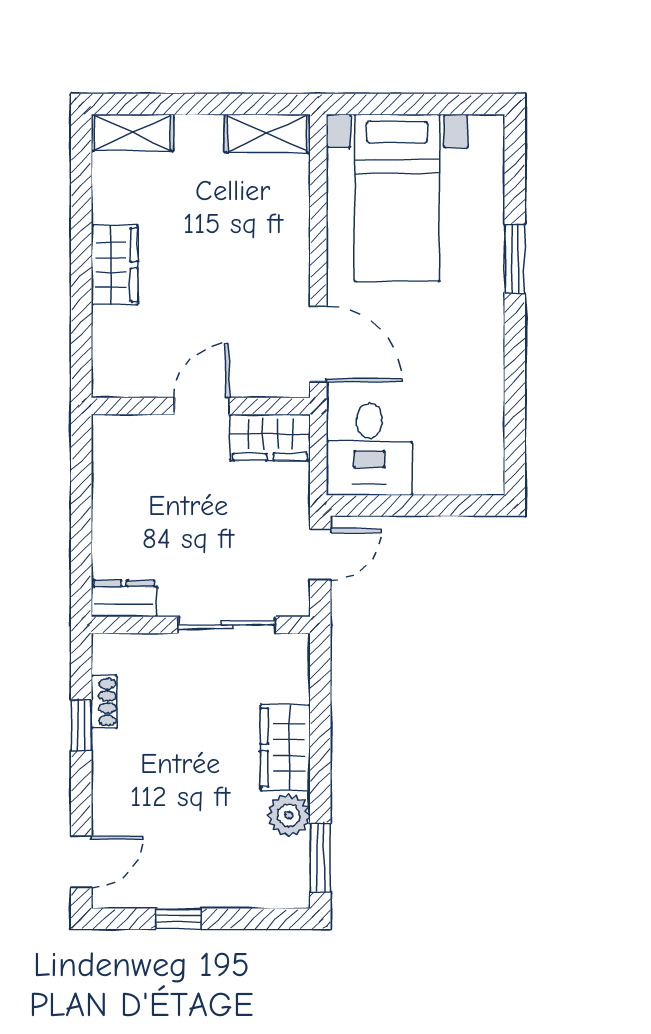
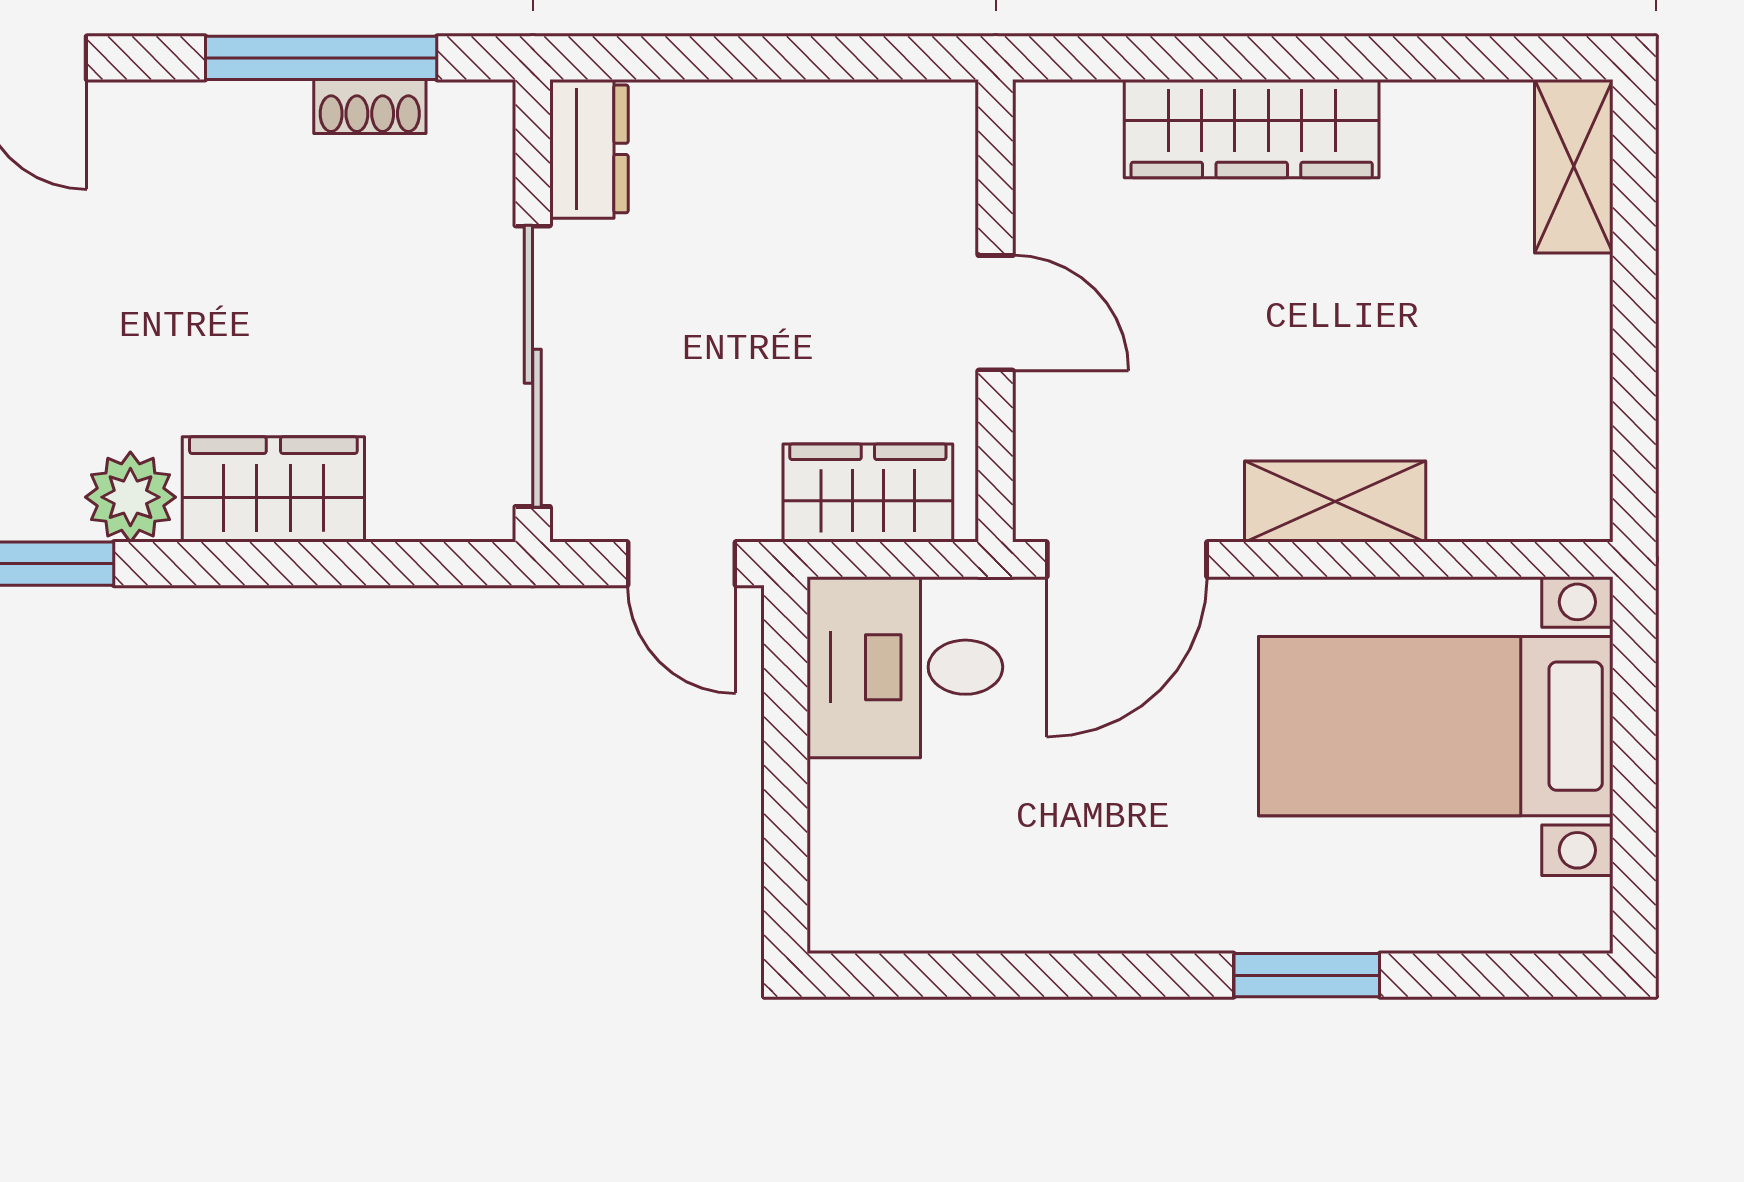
shelving: (267, 133) -> (1335, 501), moved, turned 90
wardrobe: (115, 265) -> (1252, 129), width x1.50
wardrobe: (270, 437) -> (868, 493), moved, turned 90
sliding door: (227, 625) -> (533, 366), width x1.37
window: (81, 725) -> (321, 58), width x2.17

